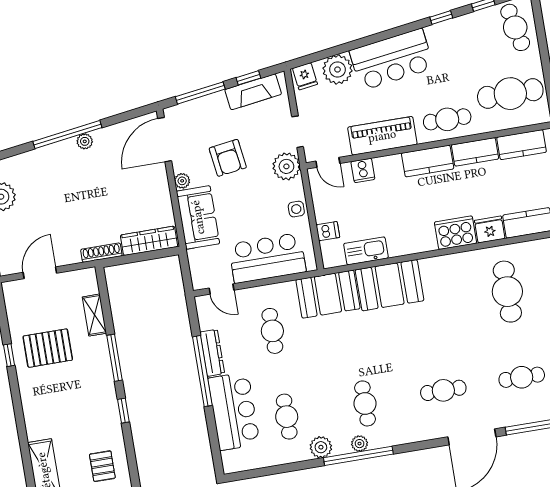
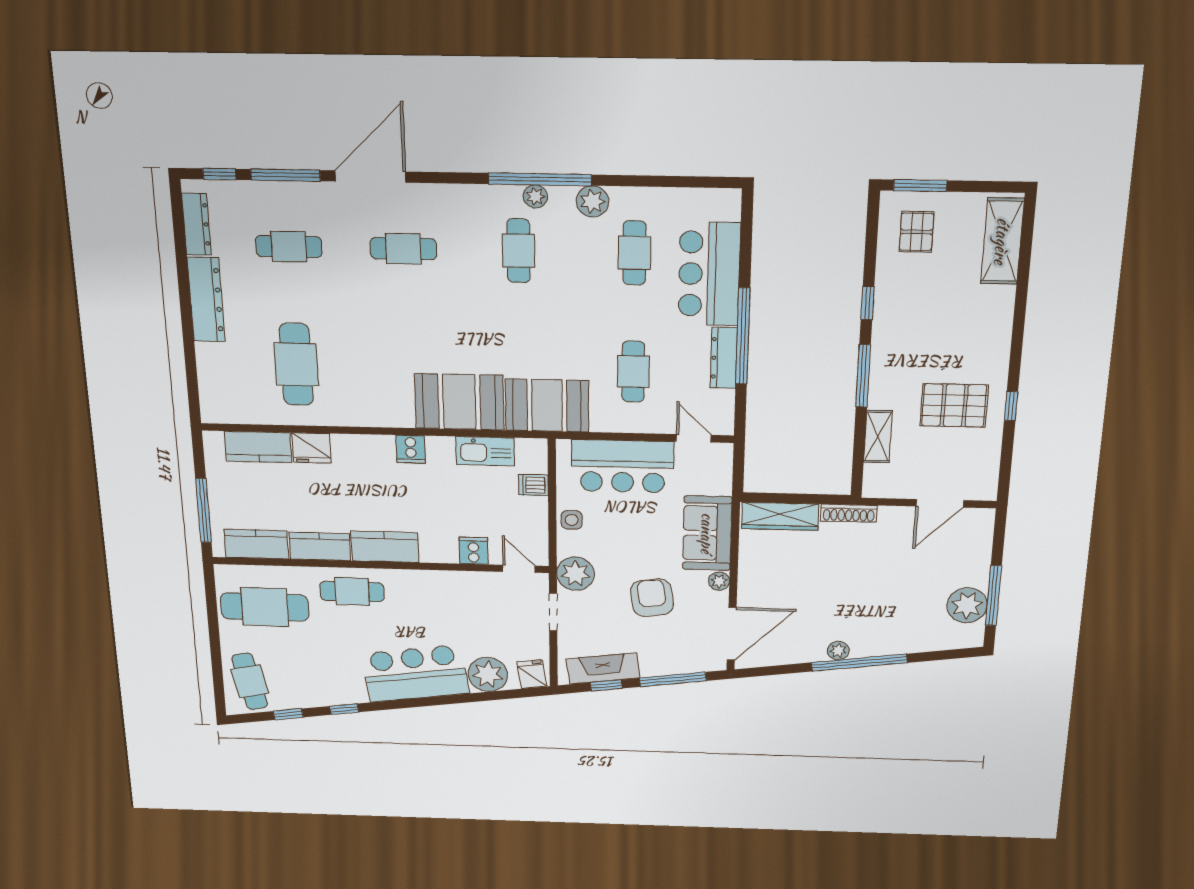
piano: (382, 136) -> (441, 587), removed
cooker: (455, 233) -> (411, 449), moved, width x0.53, depth x0.76

